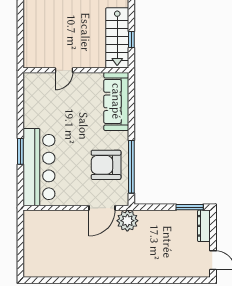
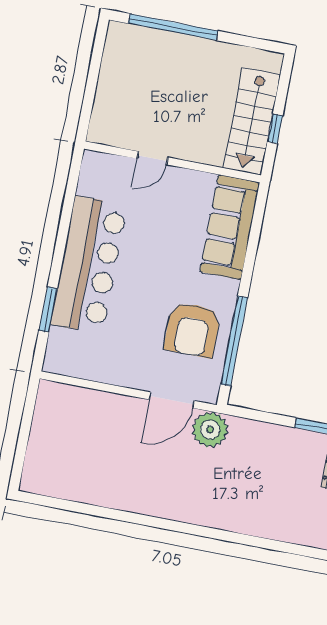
window: (20, 151) -> (48, 310), moved
armchair: (106, 165) -> (192, 330), turned -90
bar counter: (39, 167) -> (89, 265), moved

